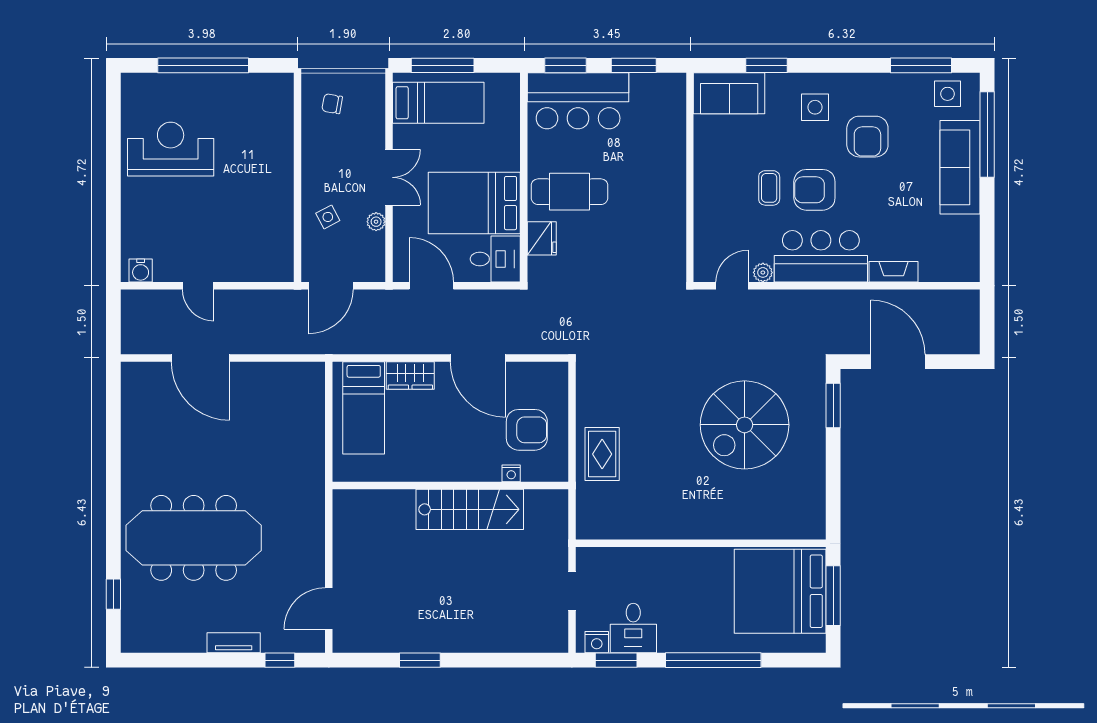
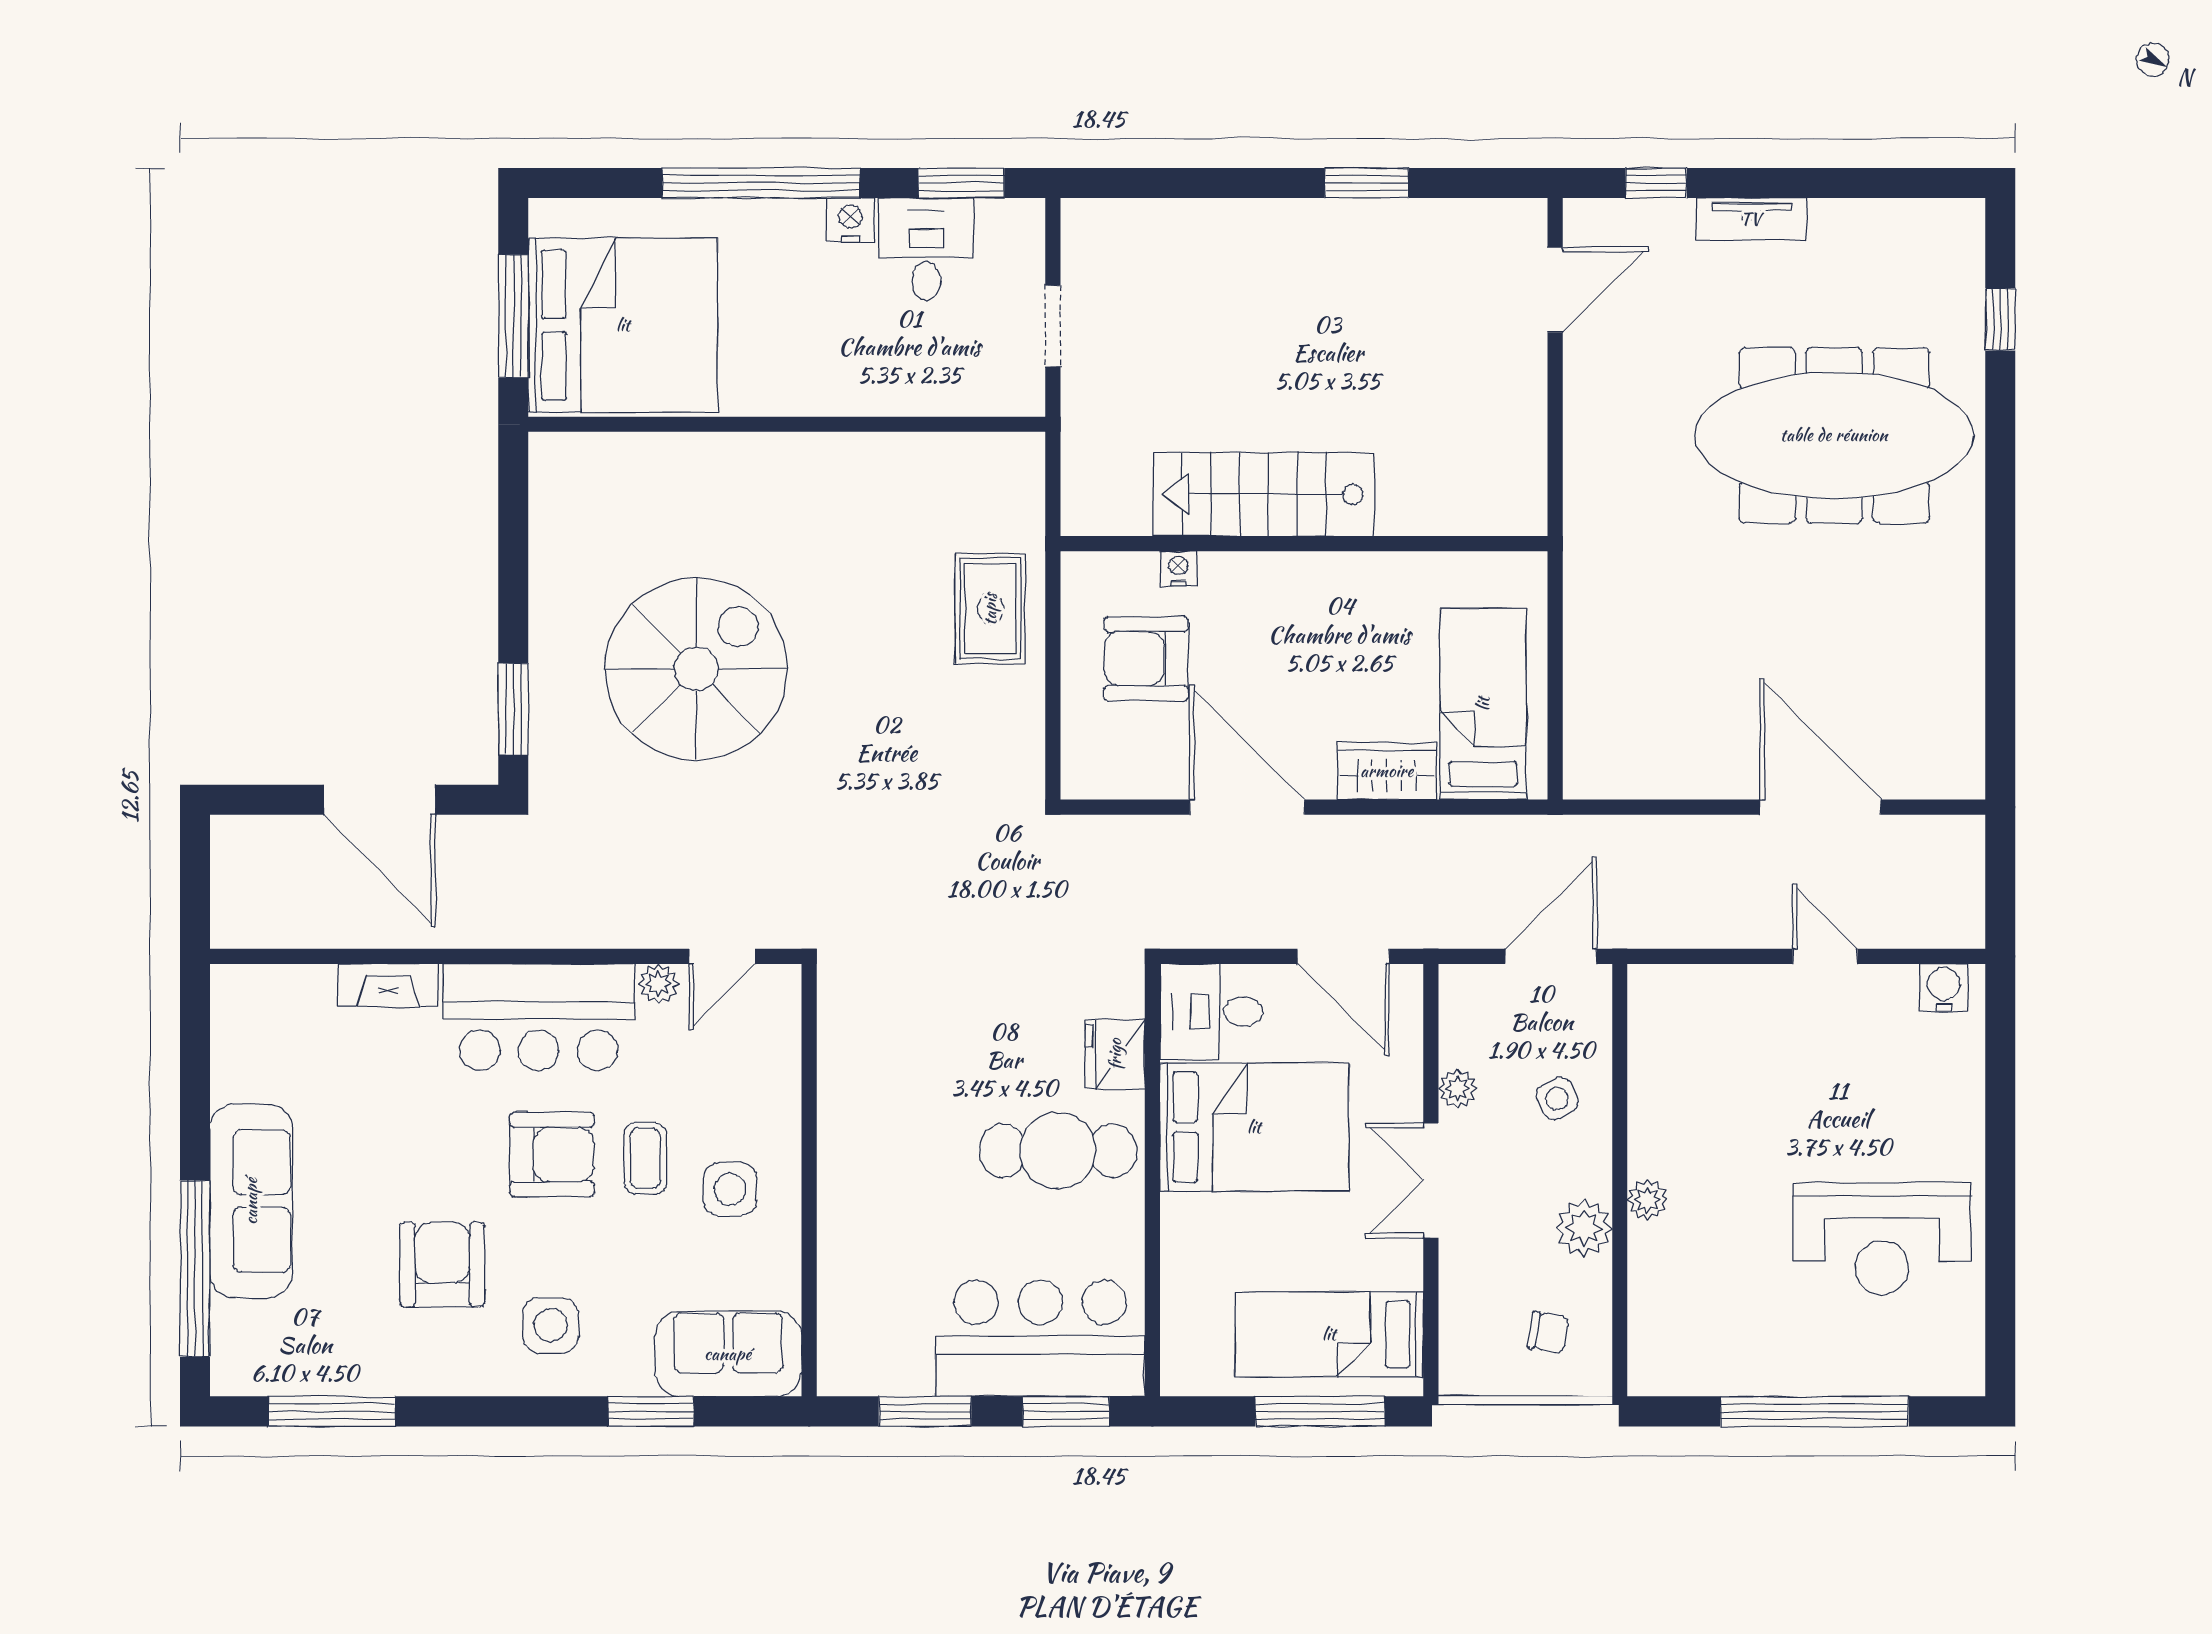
side table: (948, 94) -> (730, 1189), moved
plant: (315, 154) -> (1584, 1228), added
plant: (284, 168) -> (1647, 1200), added
nightstand: (597, 642) -> (850, 220), moved

